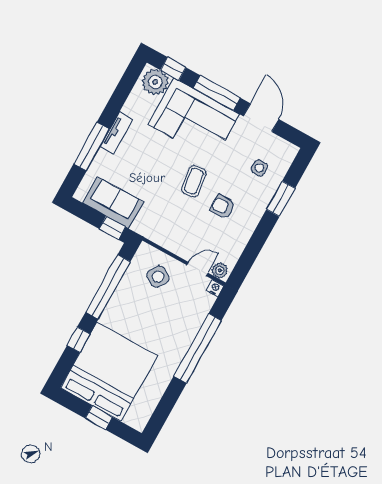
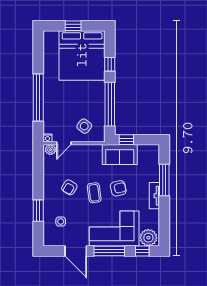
armchair: (159, 169) -> (118, 188), added
sofa: (113, 203) -> (120, 155), moved
armchair: (223, 207) -> (69, 187), turned 120

